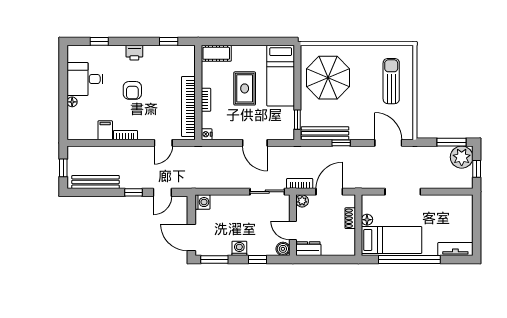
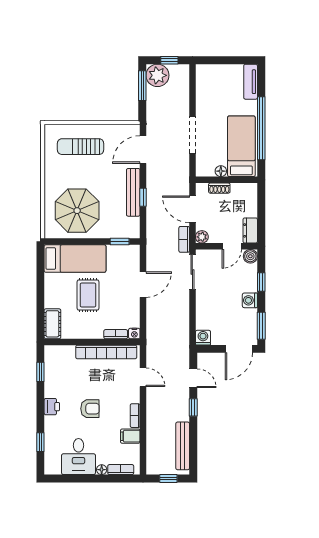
rug: (245, 88) -> (88, 295), turned 90
bookcase: (206, 100) -> (116, 334), moved
bookcase: (72, 121) -> (121, 470), added
bench: (325, 133) -> (133, 192), moved

